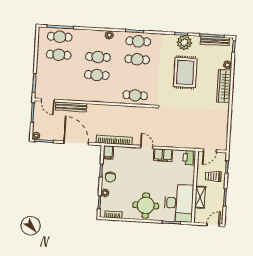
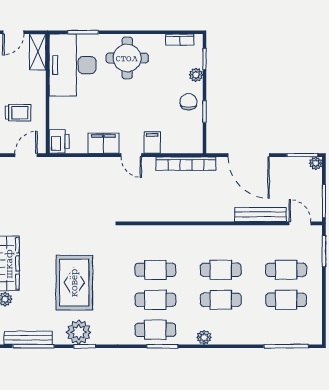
cafe table: (60, 37) -> (286, 270), moved
cafe table: (135, 95) -> (155, 270), moved
filing cabinet: (108, 152) -> (152, 143), moved
shelving: (200, 197) -> (38, 52), moved

